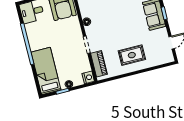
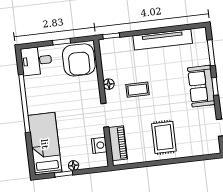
coffee table: (108, 23) -> (138, 90), added
rug: (132, 55) -> (164, 137), turned 90
nightstand: (88, 77) -> (99, 145), moved

